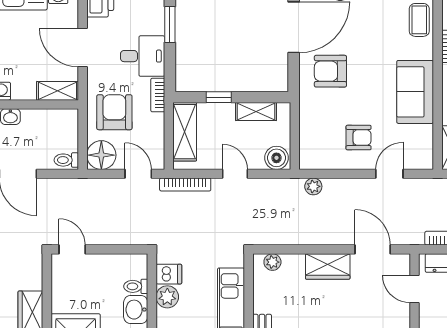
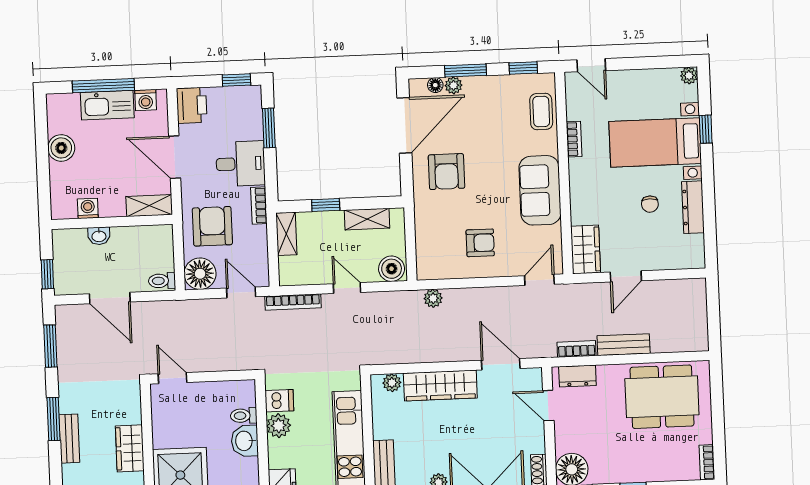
armchair: (330, 71) -> (446, 172), turned -90
shelving: (185, 132) -> (286, 234), width x0.67, depth x0.75
door: (389, 174) -> (539, 280), moved
wardrobe: (328, 266) -> (440, 386), width x1.50

